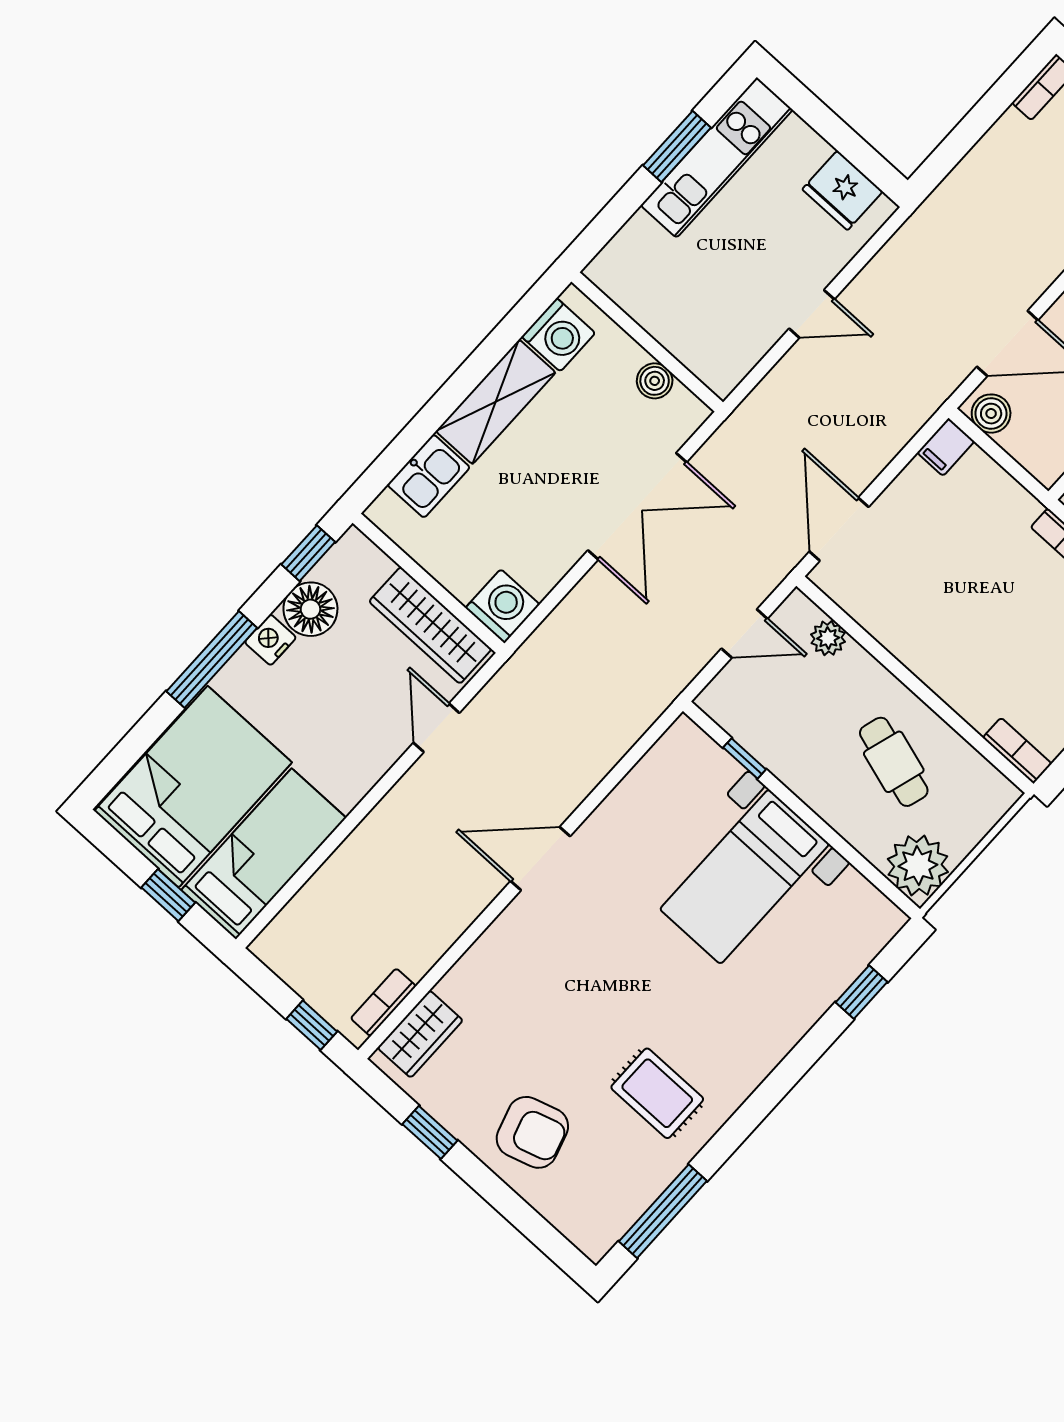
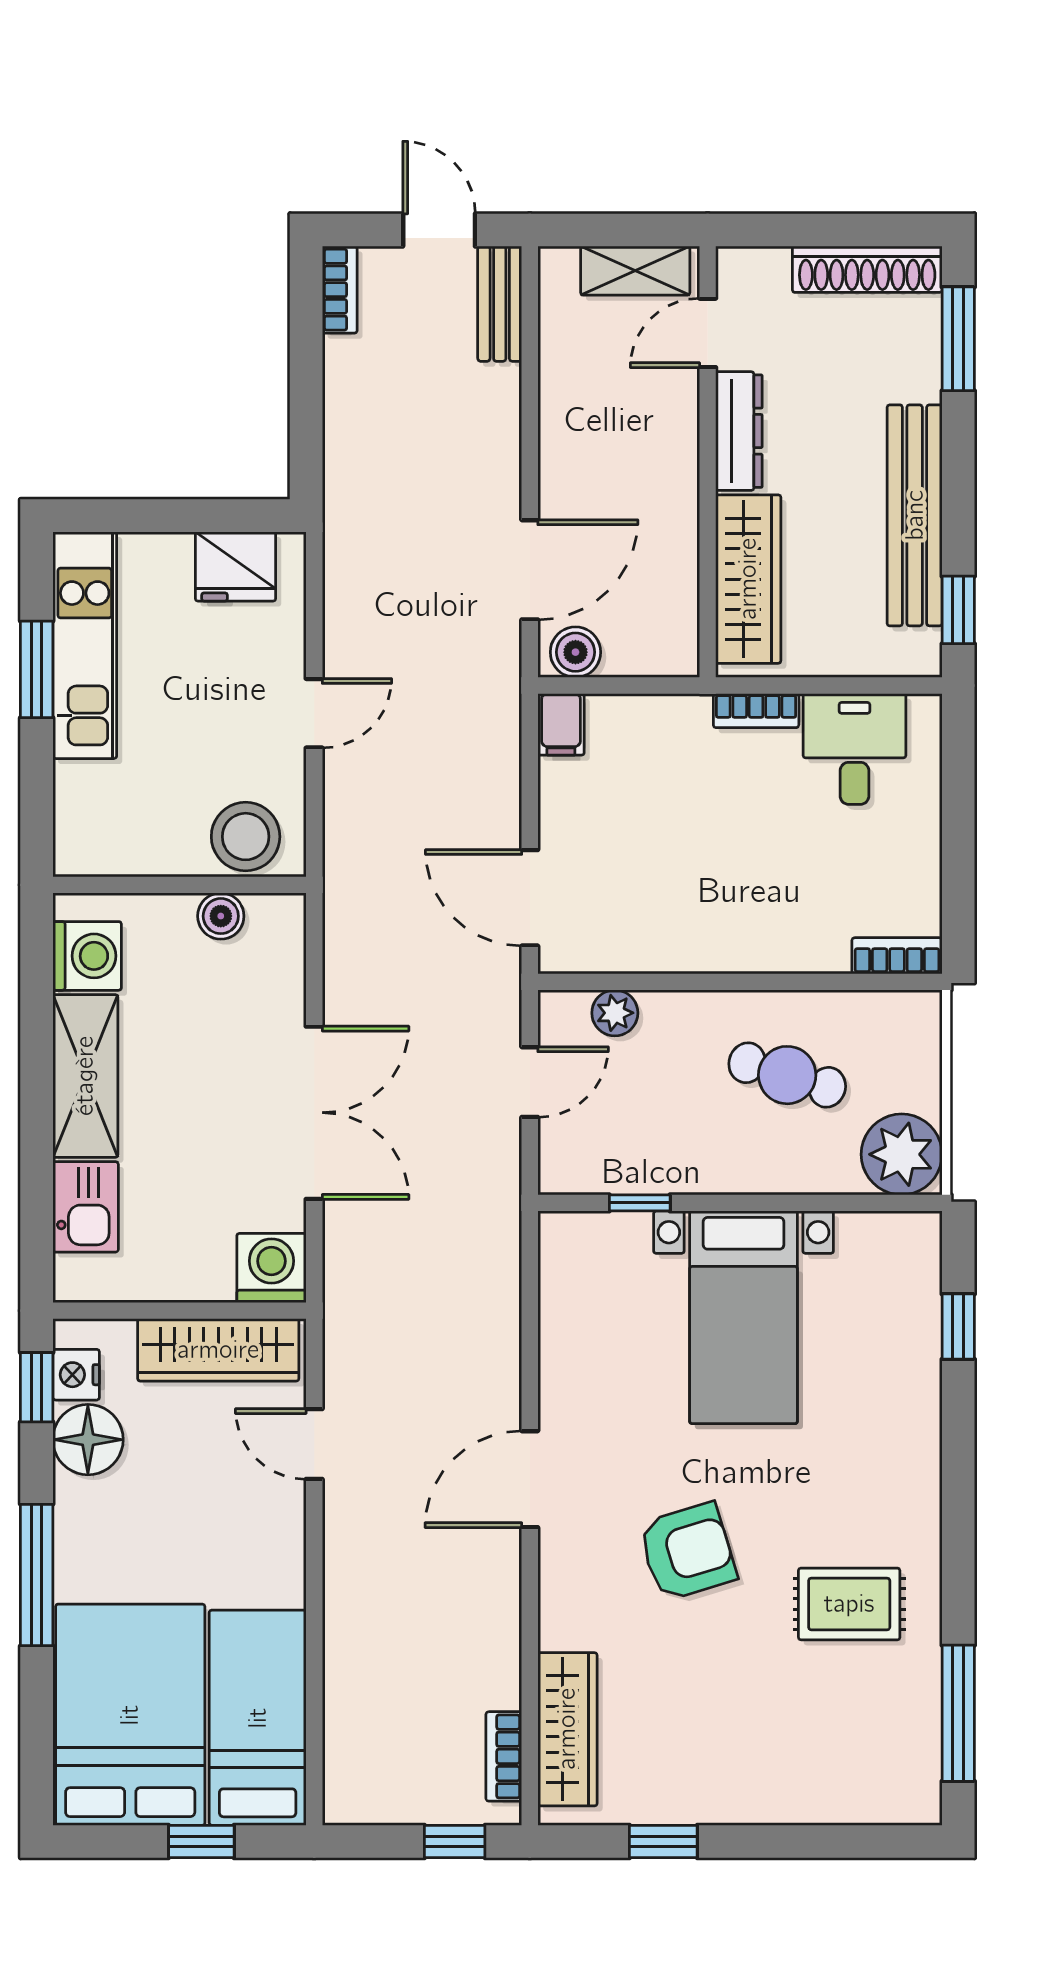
stool: (709, 349) -> (246, 837), added
double door: (637, 506) -> (314, 1113), moved
nightstand: (270, 640) -> (76, 1375), moved
wardrobe: (420, 1034) -> (567, 1729), width x1.50
armchair: (532, 1132) -> (687, 1552), moved

